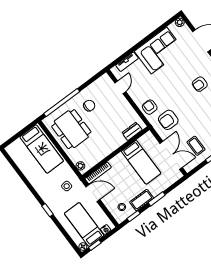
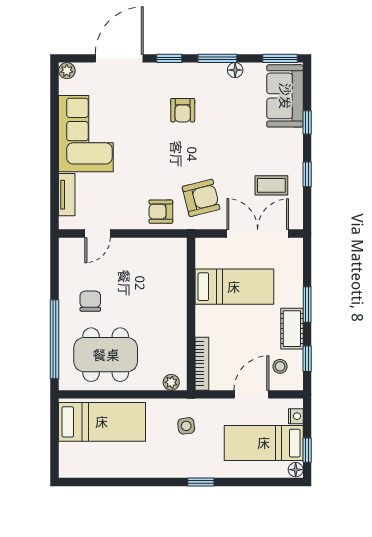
door: (120, 87) -> (98, 234), swing flipped
armchair: (168, 120) -> (201, 198), turned -104
dresser: (132, 131) -> (177, 266), removed
door: (93, 193) -> (251, 394), moved

